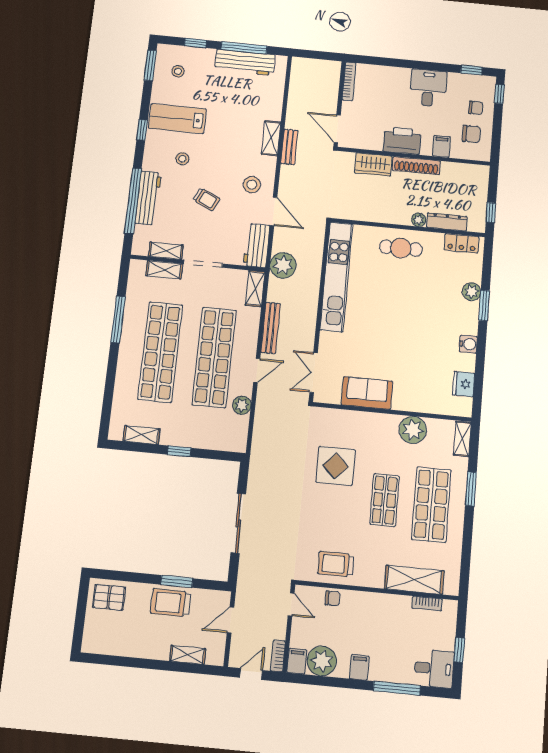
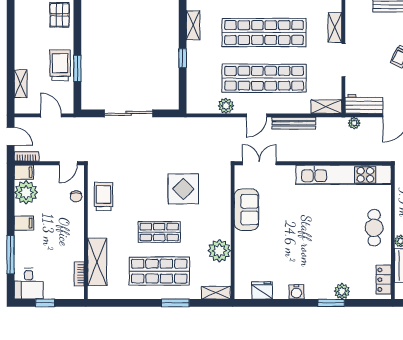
shelving: (166, 251) -> (352, 27), removed
plant: (283, 265) -> (354, 123), width x0.53, depth x0.53
door: (257, 370) -> (256, 115), hinge flipped

